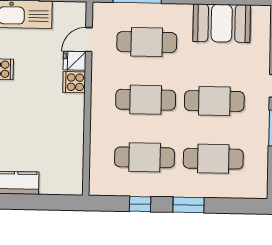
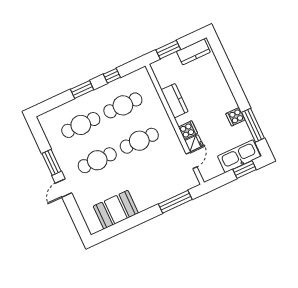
cafe table: (147, 42) -> (156, 176), removed
kitchen counter: (73, 130) -> (175, 101), added
window: (48, 202) -> (168, 50), added

